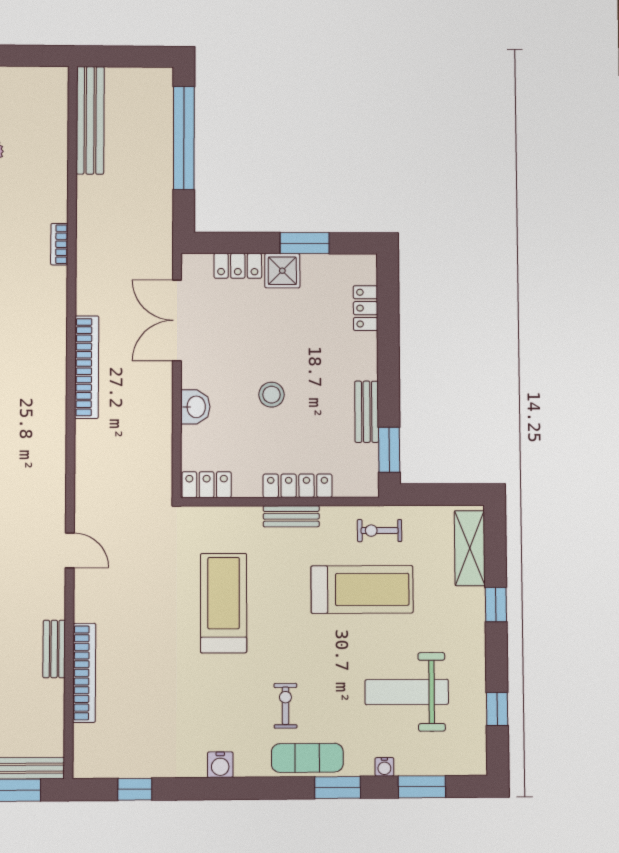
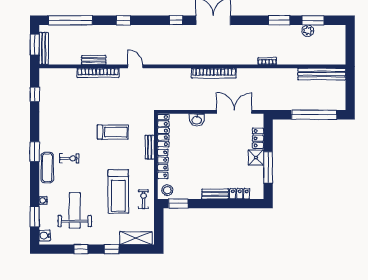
window: (305, 243) -> (268, 167), width x1.44
stool: (272, 395) -> (167, 190), moved
bench: (367, 412) -> (215, 194), moved
locker: (207, 485) -> (163, 131), width x1.53
bench: (291, 516) -> (150, 147), moved
door: (70, 550) -> (135, 66), swing flipped
treadmill: (224, 603) -> (113, 132), width x0.73, depth x0.73
bookcase: (84, 673) -> (98, 73), moved
window: (497, 709) -> (81, 249), moved
water cooler: (220, 765) -> (45, 236), moved
window: (338, 787) -> (35, 152), moved

